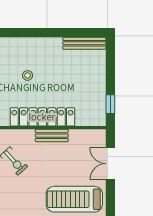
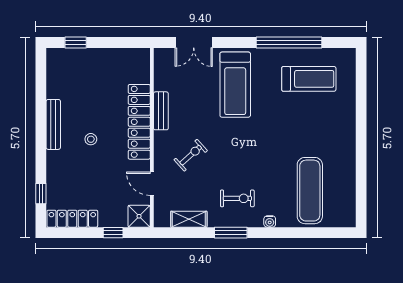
bench: (84, 43) -> (53, 124), moved
window: (110, 104) -> (76, 42), moved

